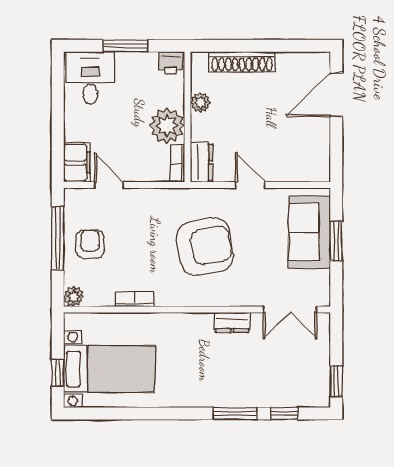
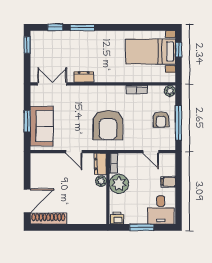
shoe rack: (242, 62) -> (48, 219), moved
plant: (200, 103) -> (101, 181), moved
filing cabinet: (77, 162) -> (168, 182), moved, width x0.50
armchair: (205, 246) -> (108, 125), moved, turned -80

